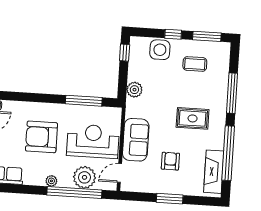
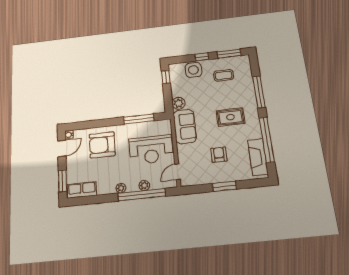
armchair: (42, 137) -> (102, 145), moved
sofa: (136, 140) -> (185, 126), moved
reception desk: (93, 141) -> (151, 150), turned 180
plant: (84, 177) -> (144, 185), width x0.53, depth x0.53

